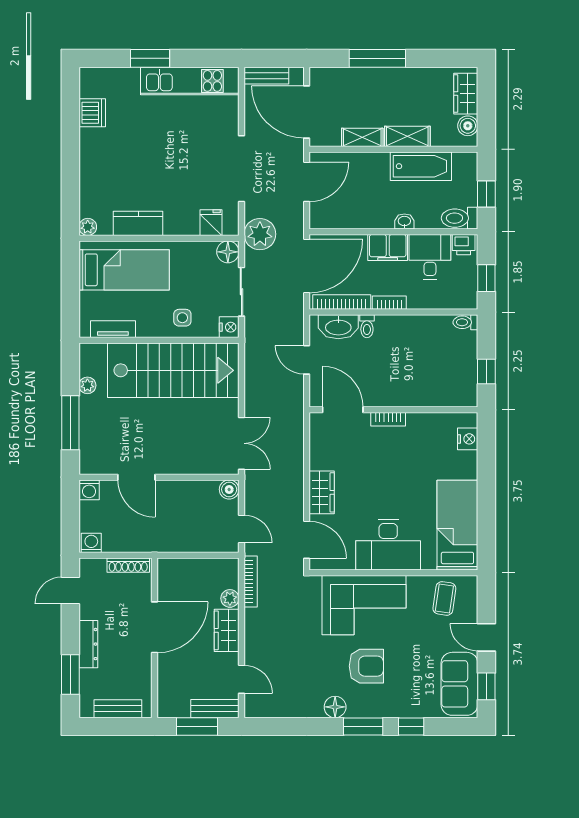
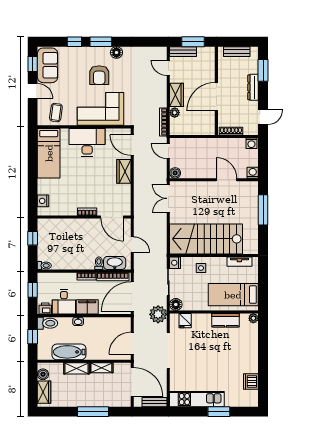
plant: (87, 385) -> (254, 231), removed
armchair: (366, 666) -> (99, 75), turned -90

